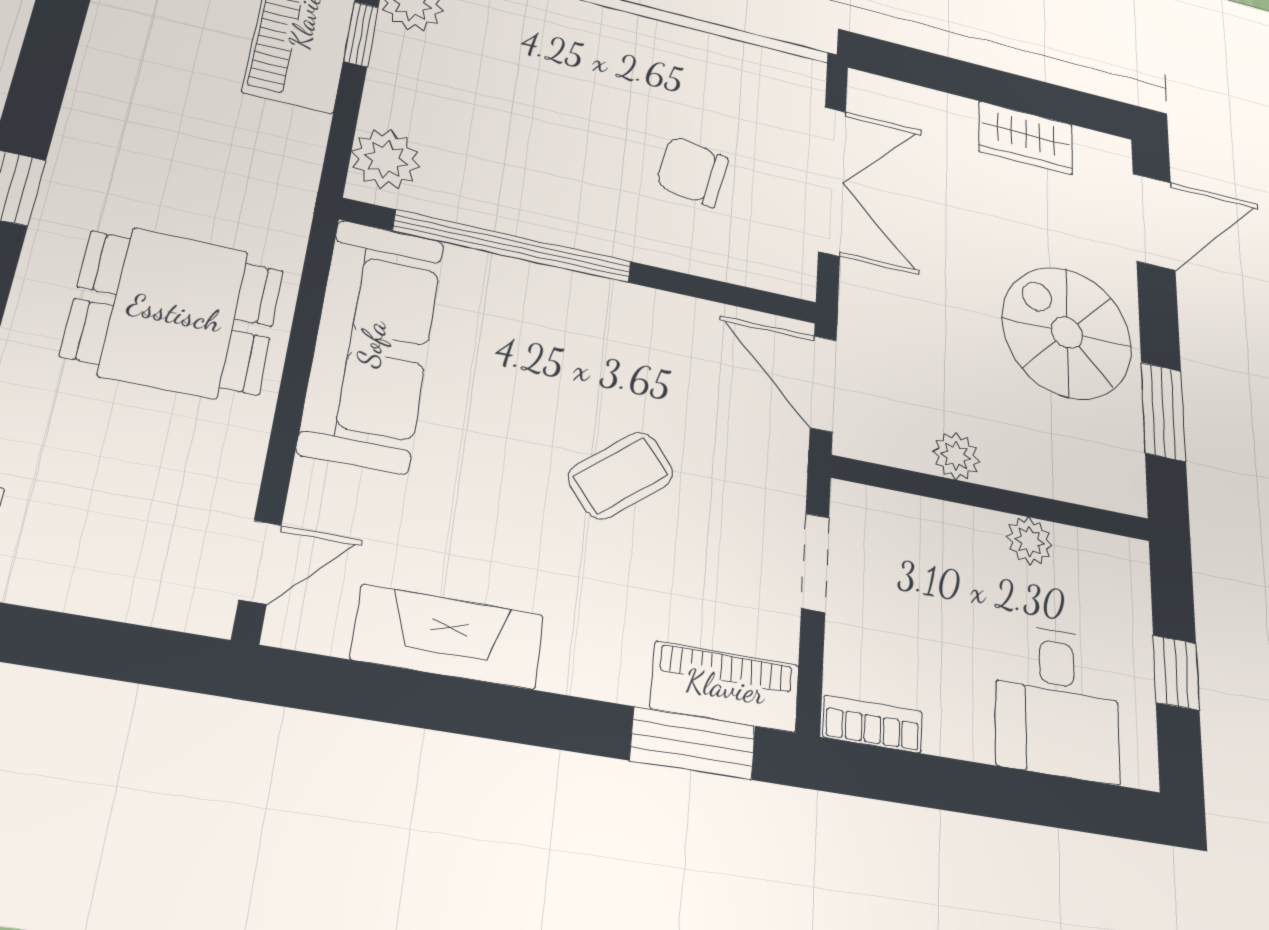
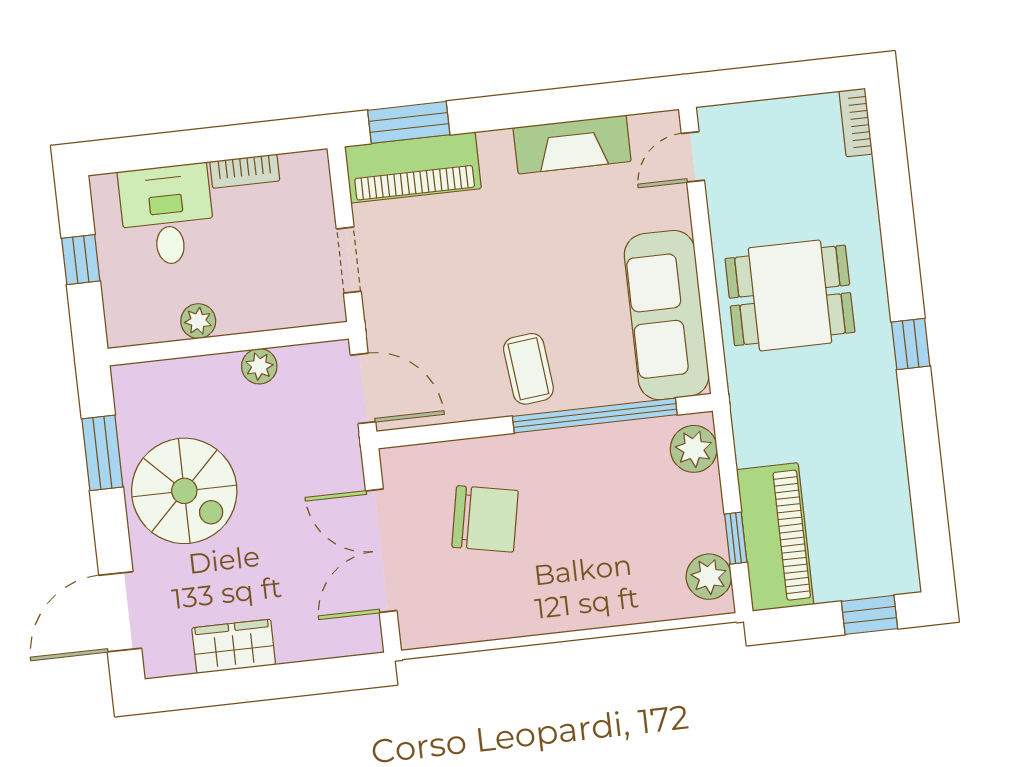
chair: (692, 171) -> (485, 519), width x1.37, depth x1.37
coffee table: (621, 475) -> (528, 369), moved, turned -57
piano: (725, 687) -> (413, 167), width x1.37, depth x1.33
bookcase: (873, 724) -> (245, 171), moved

